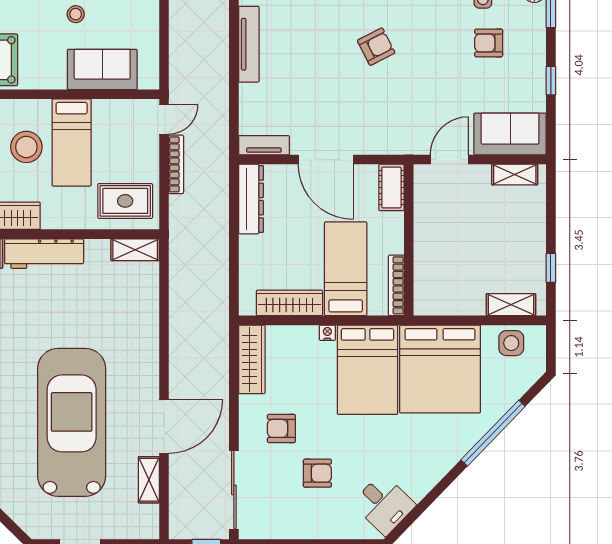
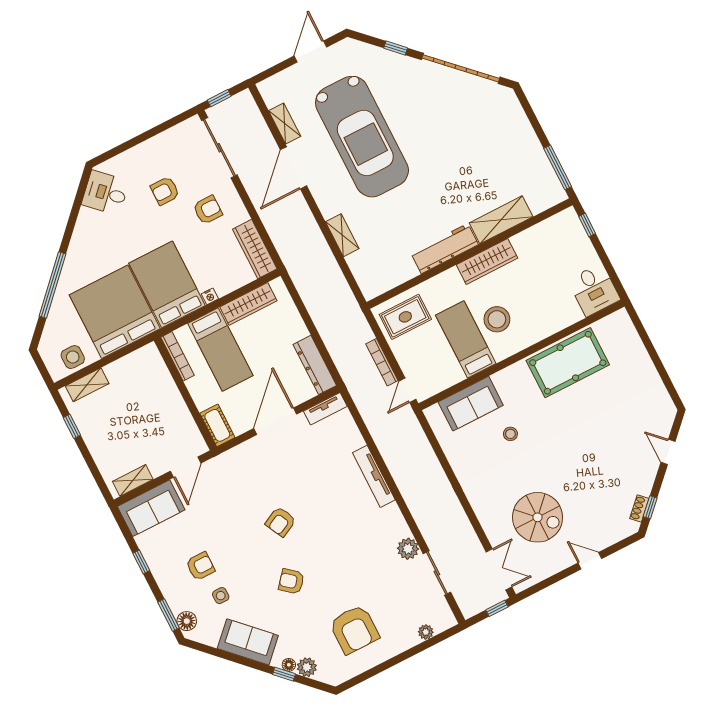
door: (326, 160) -> (275, 421), hinge flipped
shelving: (135, 250) -> (342, 235), moved, turned 90

